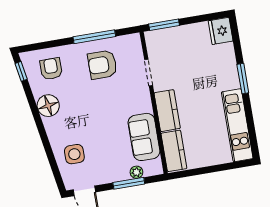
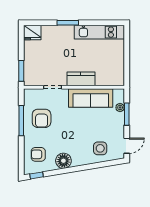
sofa: (144, 137) -> (91, 98), width x1.36
kitchen counter: (174, 151) -> (110, 79), removed

